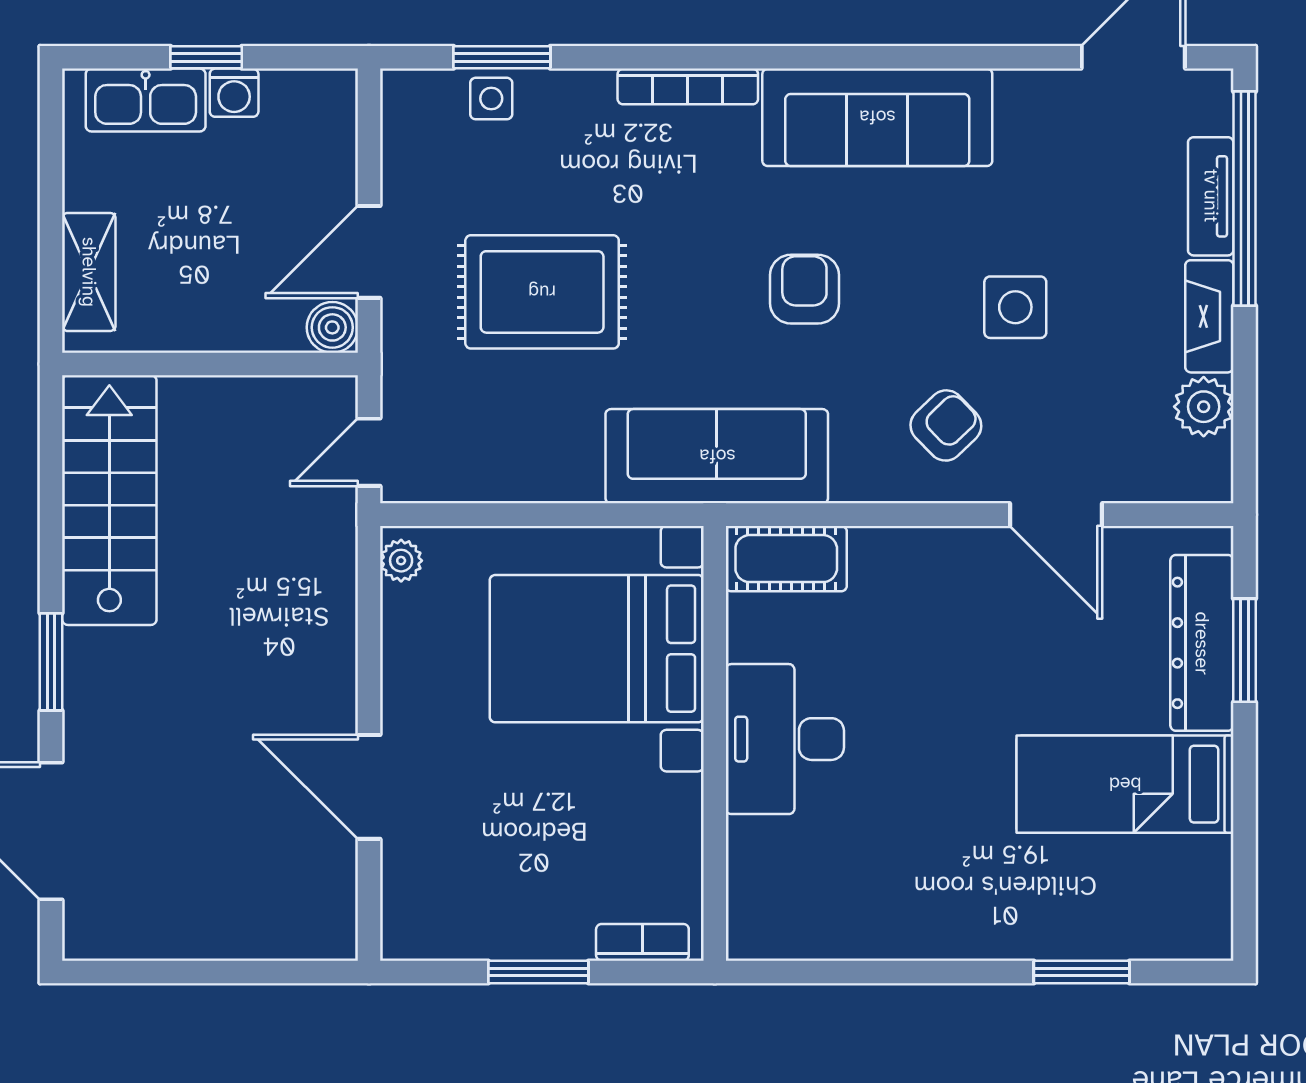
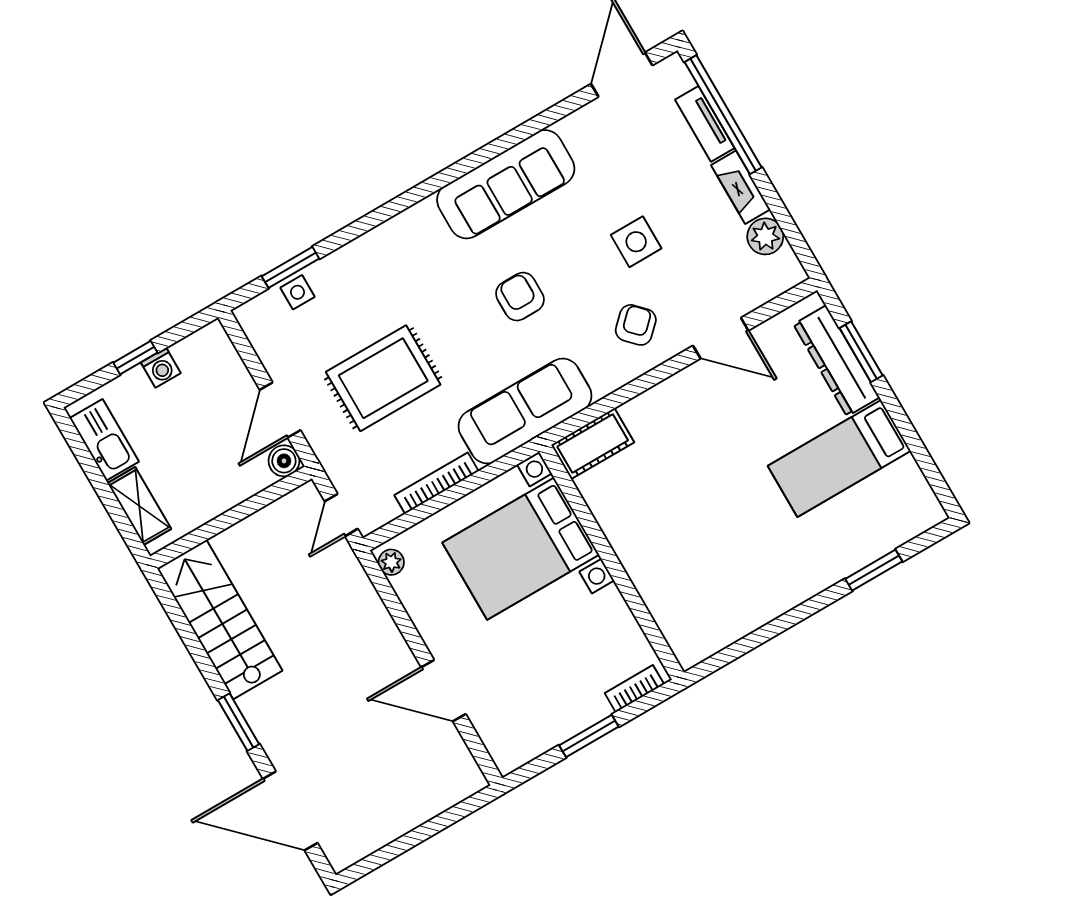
bookcase: (688, 86) -> (436, 483), moved, turned 180
kitchen sink: (146, 100) -> (104, 440), moved, turned -90
desk: (785, 739) -> (647, 539), removed

